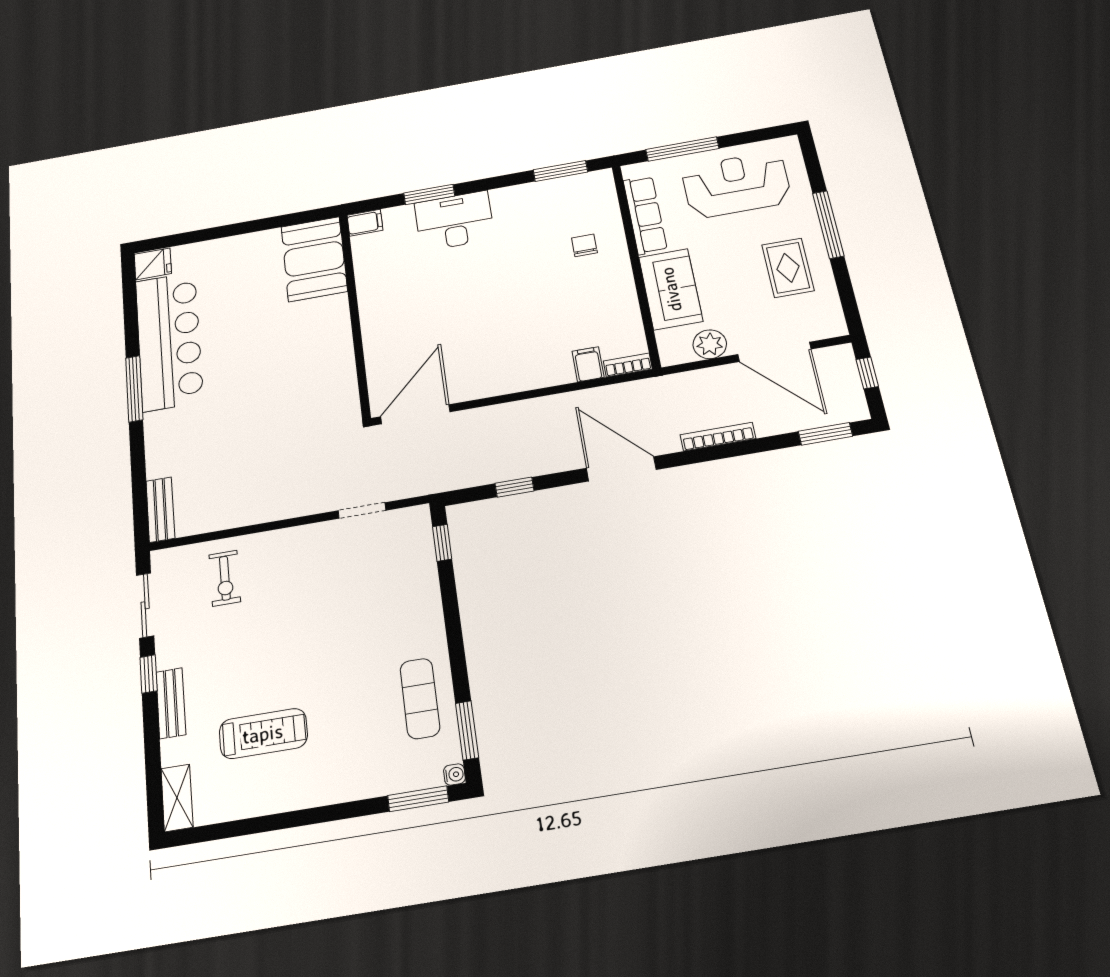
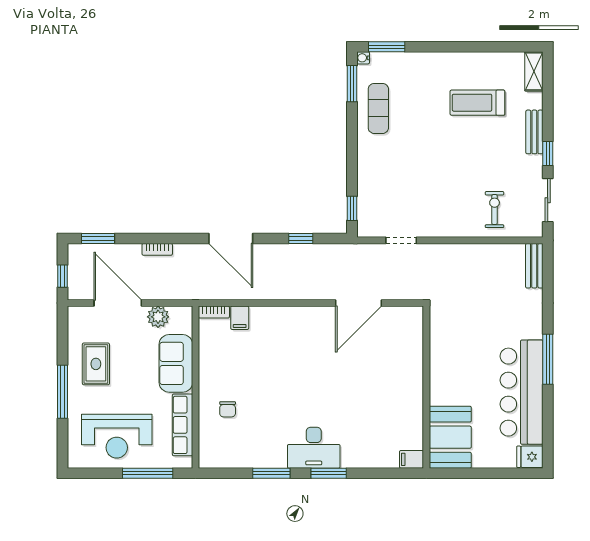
window: (560, 171) -> (271, 473), moved
filing cabinet: (365, 223) -> (412, 459), moved
booth: (314, 259) -> (450, 437), moved
wall: (355, 314) -> (426, 387), moved
bookcase: (718, 437) -> (157, 249), width x0.64

